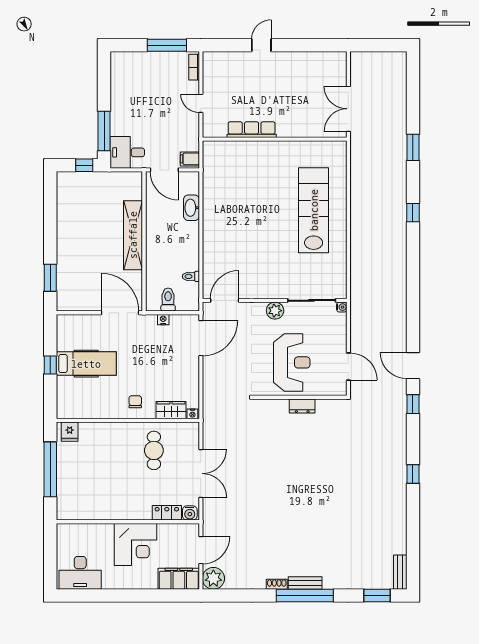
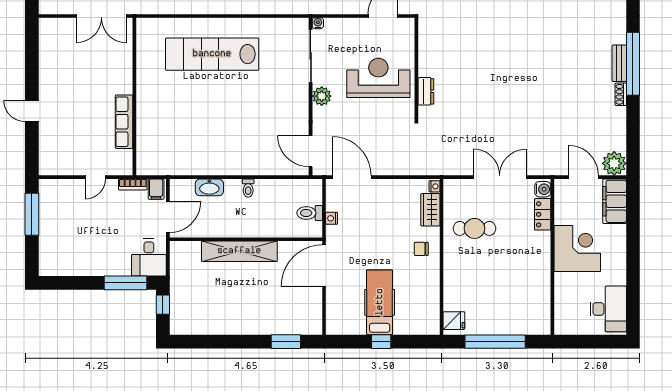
bookcase: (194, 67) -> (133, 184), moved
toilet: (191, 276) -> (248, 188), moved
dresser: (302, 406) -> (426, 91), moved

